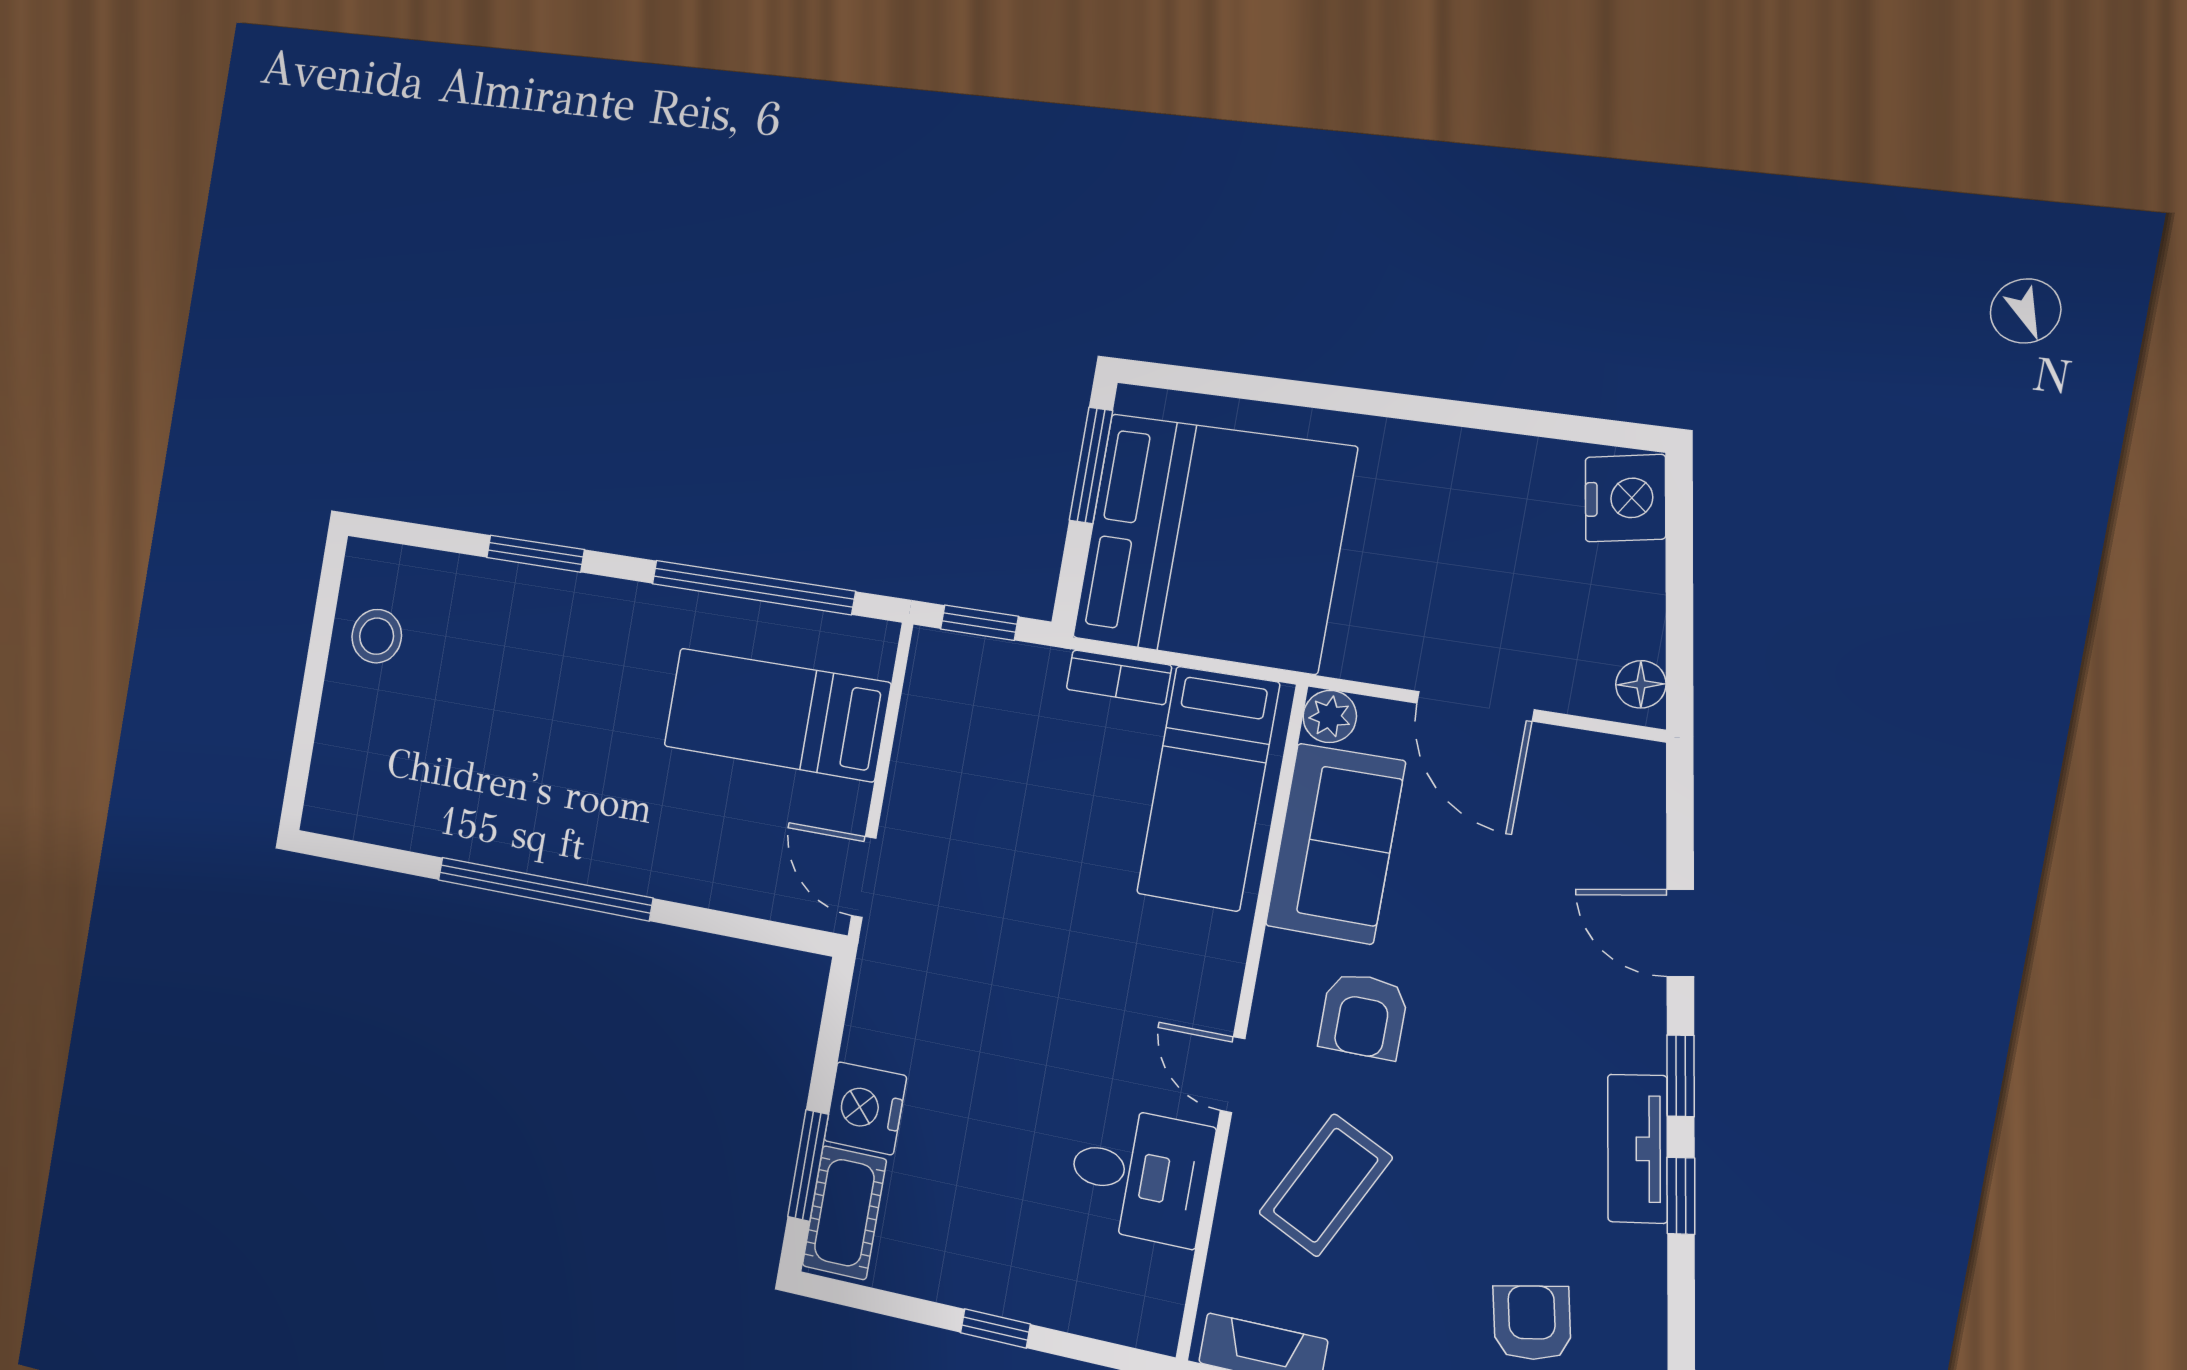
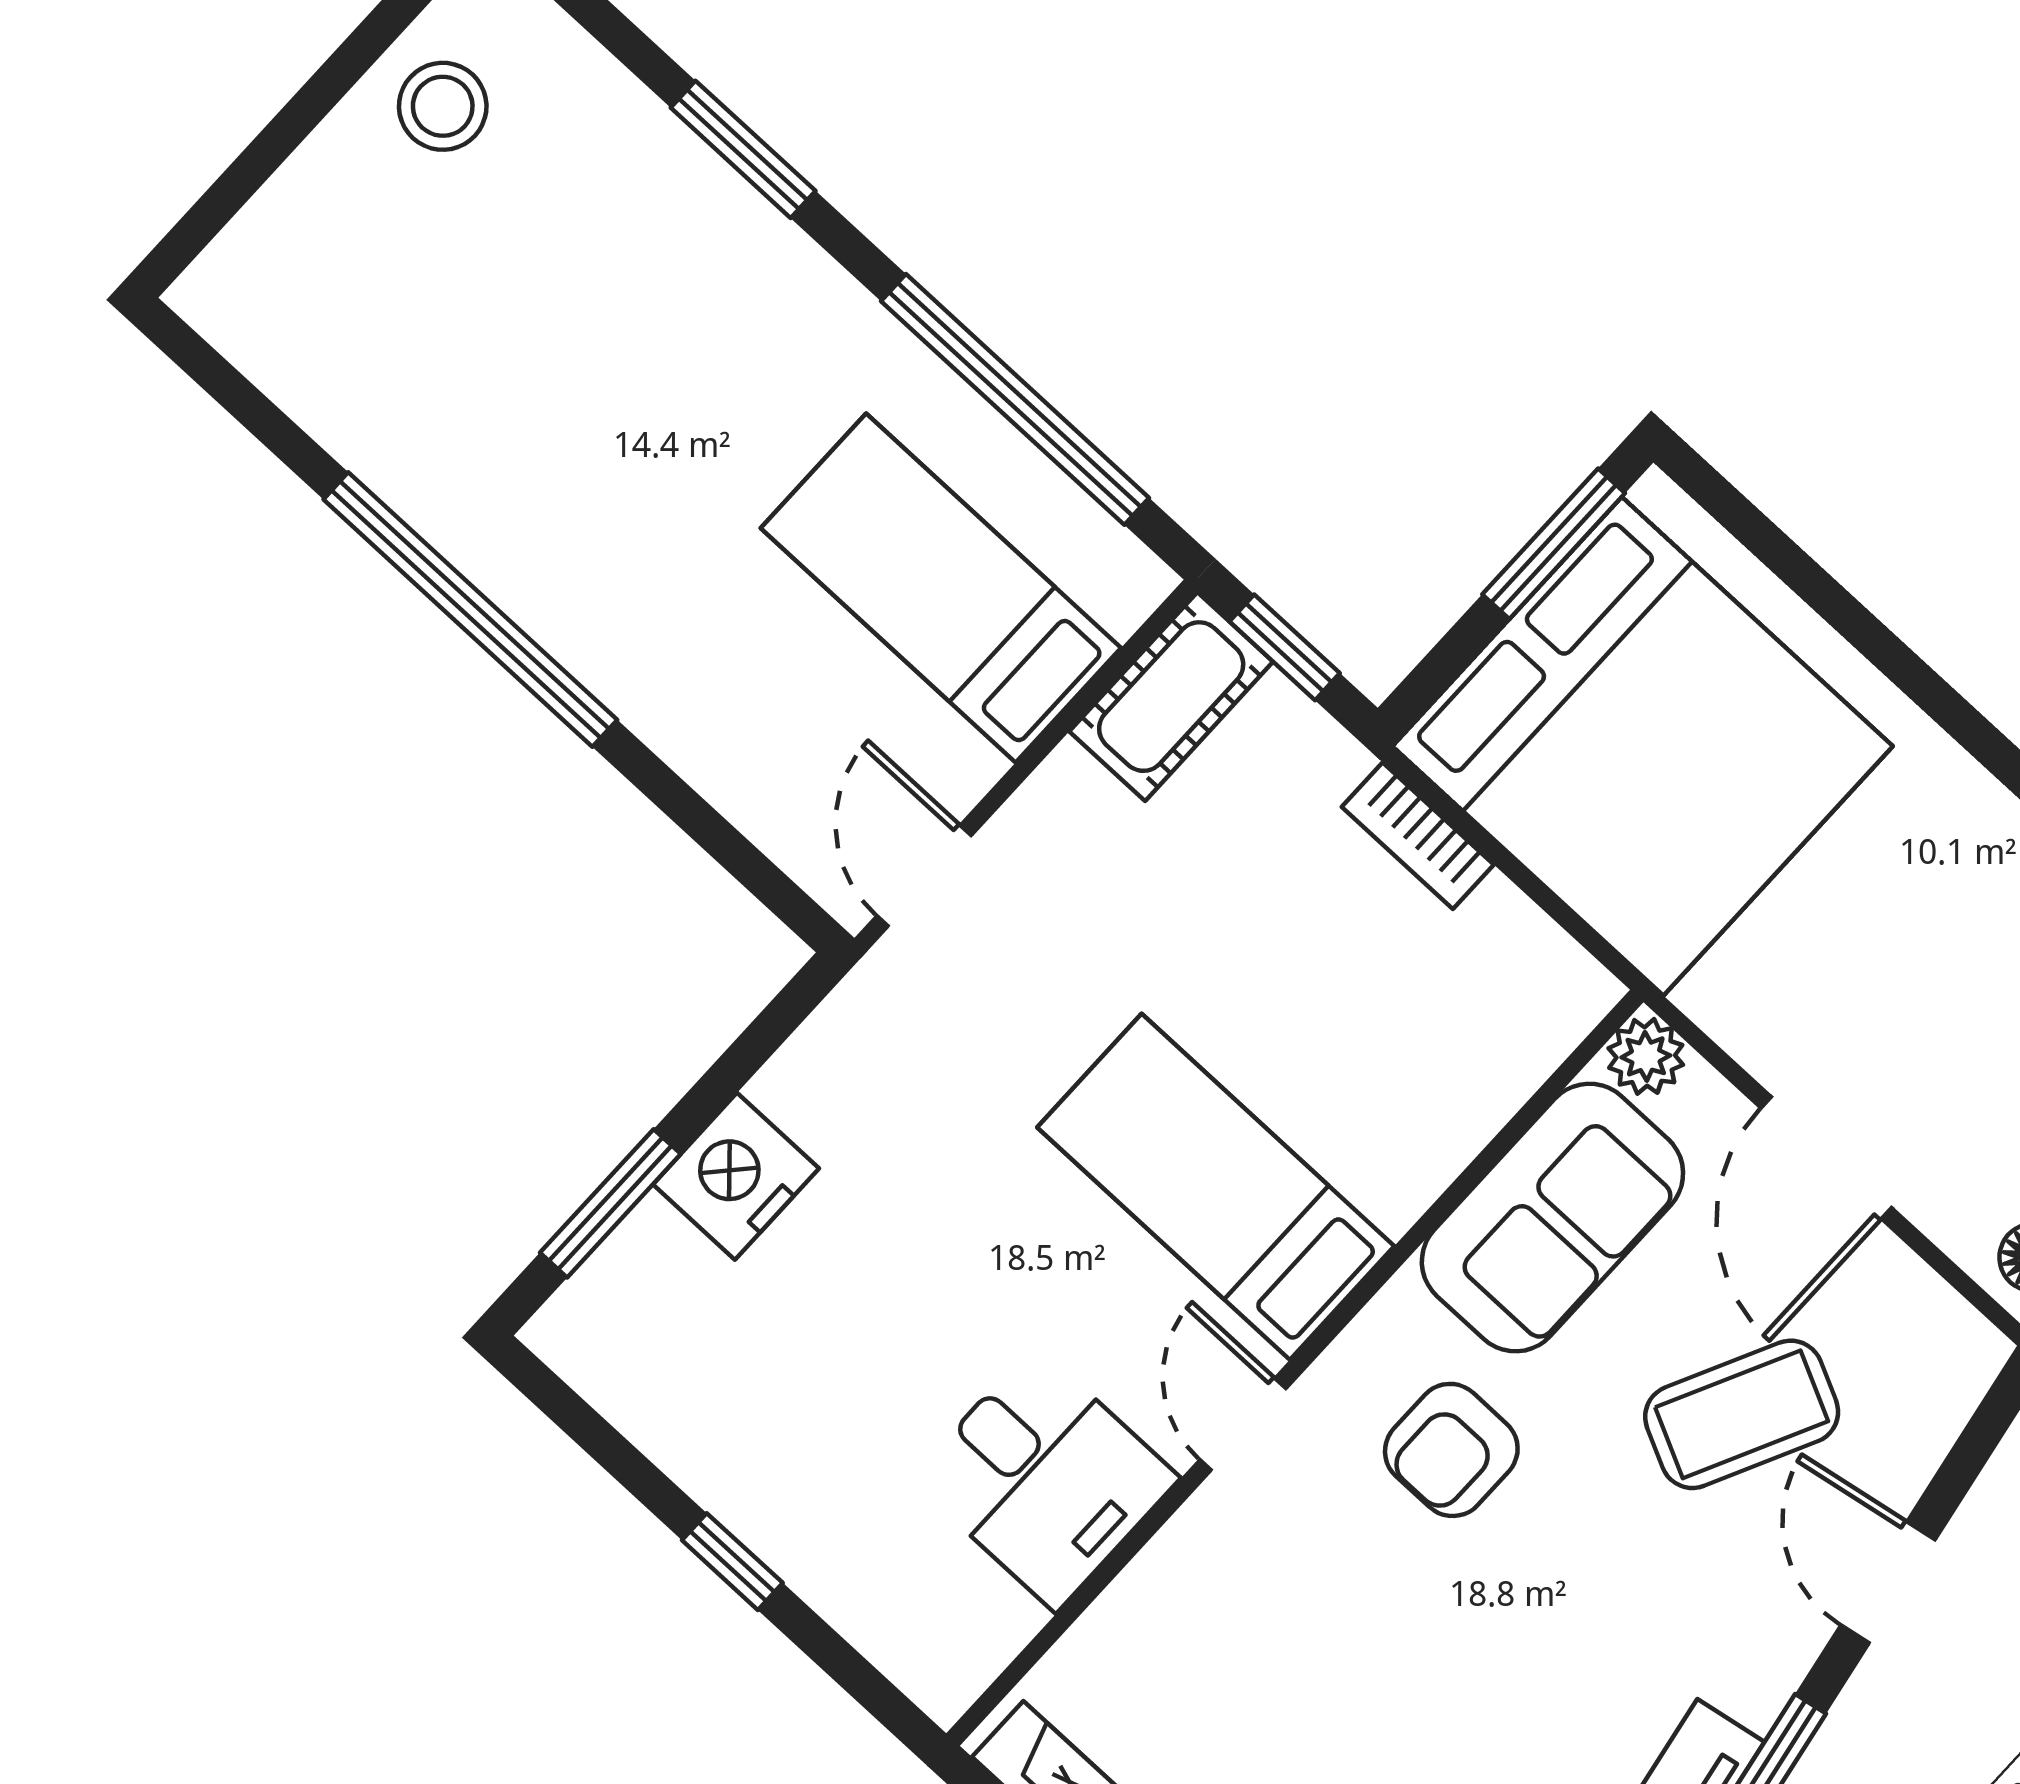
bed: (1208, 788) -> (1216, 1187), moved, turned 90
coffee table: (1325, 1185) -> (1742, 1414), moved
cot: (844, 1213) -> (1171, 697), moved

